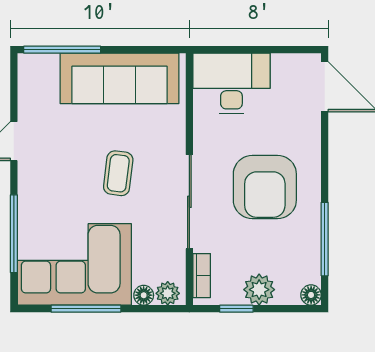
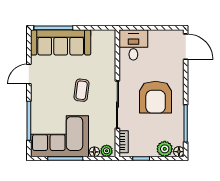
sofa: (120, 78) -> (61, 42), moved
desk: (231, 83) -> (133, 45), width x0.73
plant: (259, 290) -> (165, 149), moved

